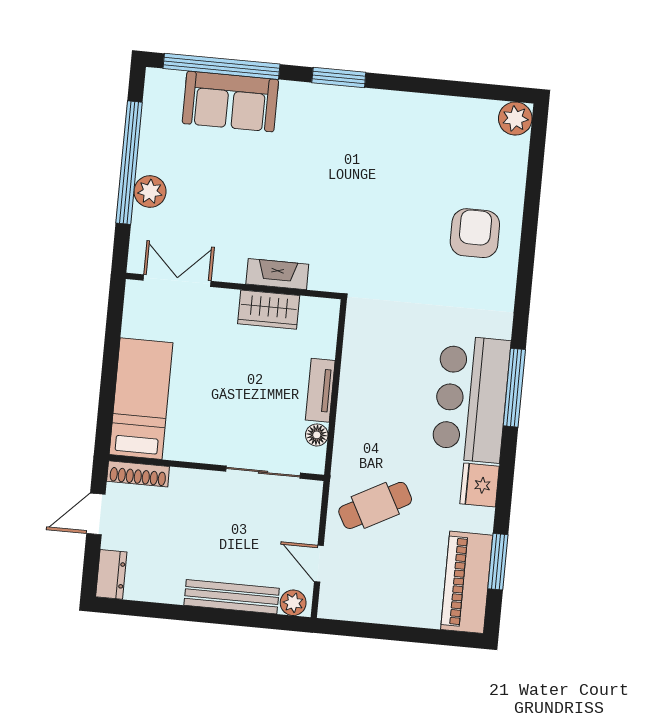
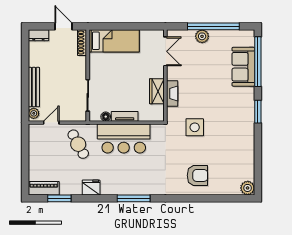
side table: (361, 229) -> (195, 127), added
bar counter: (471, 399) -> (124, 139), moved, turned 180
piano: (467, 582) -> (44, 188), width x0.73, depth x0.75

